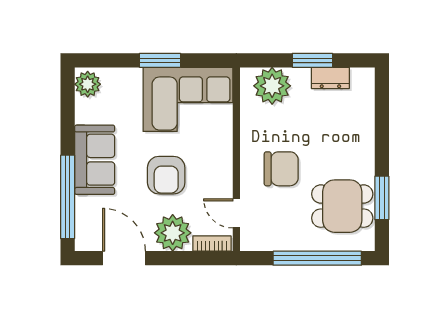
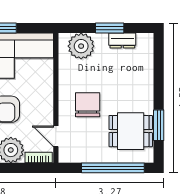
chair: (281, 169) -> (88, 105), turned -90

